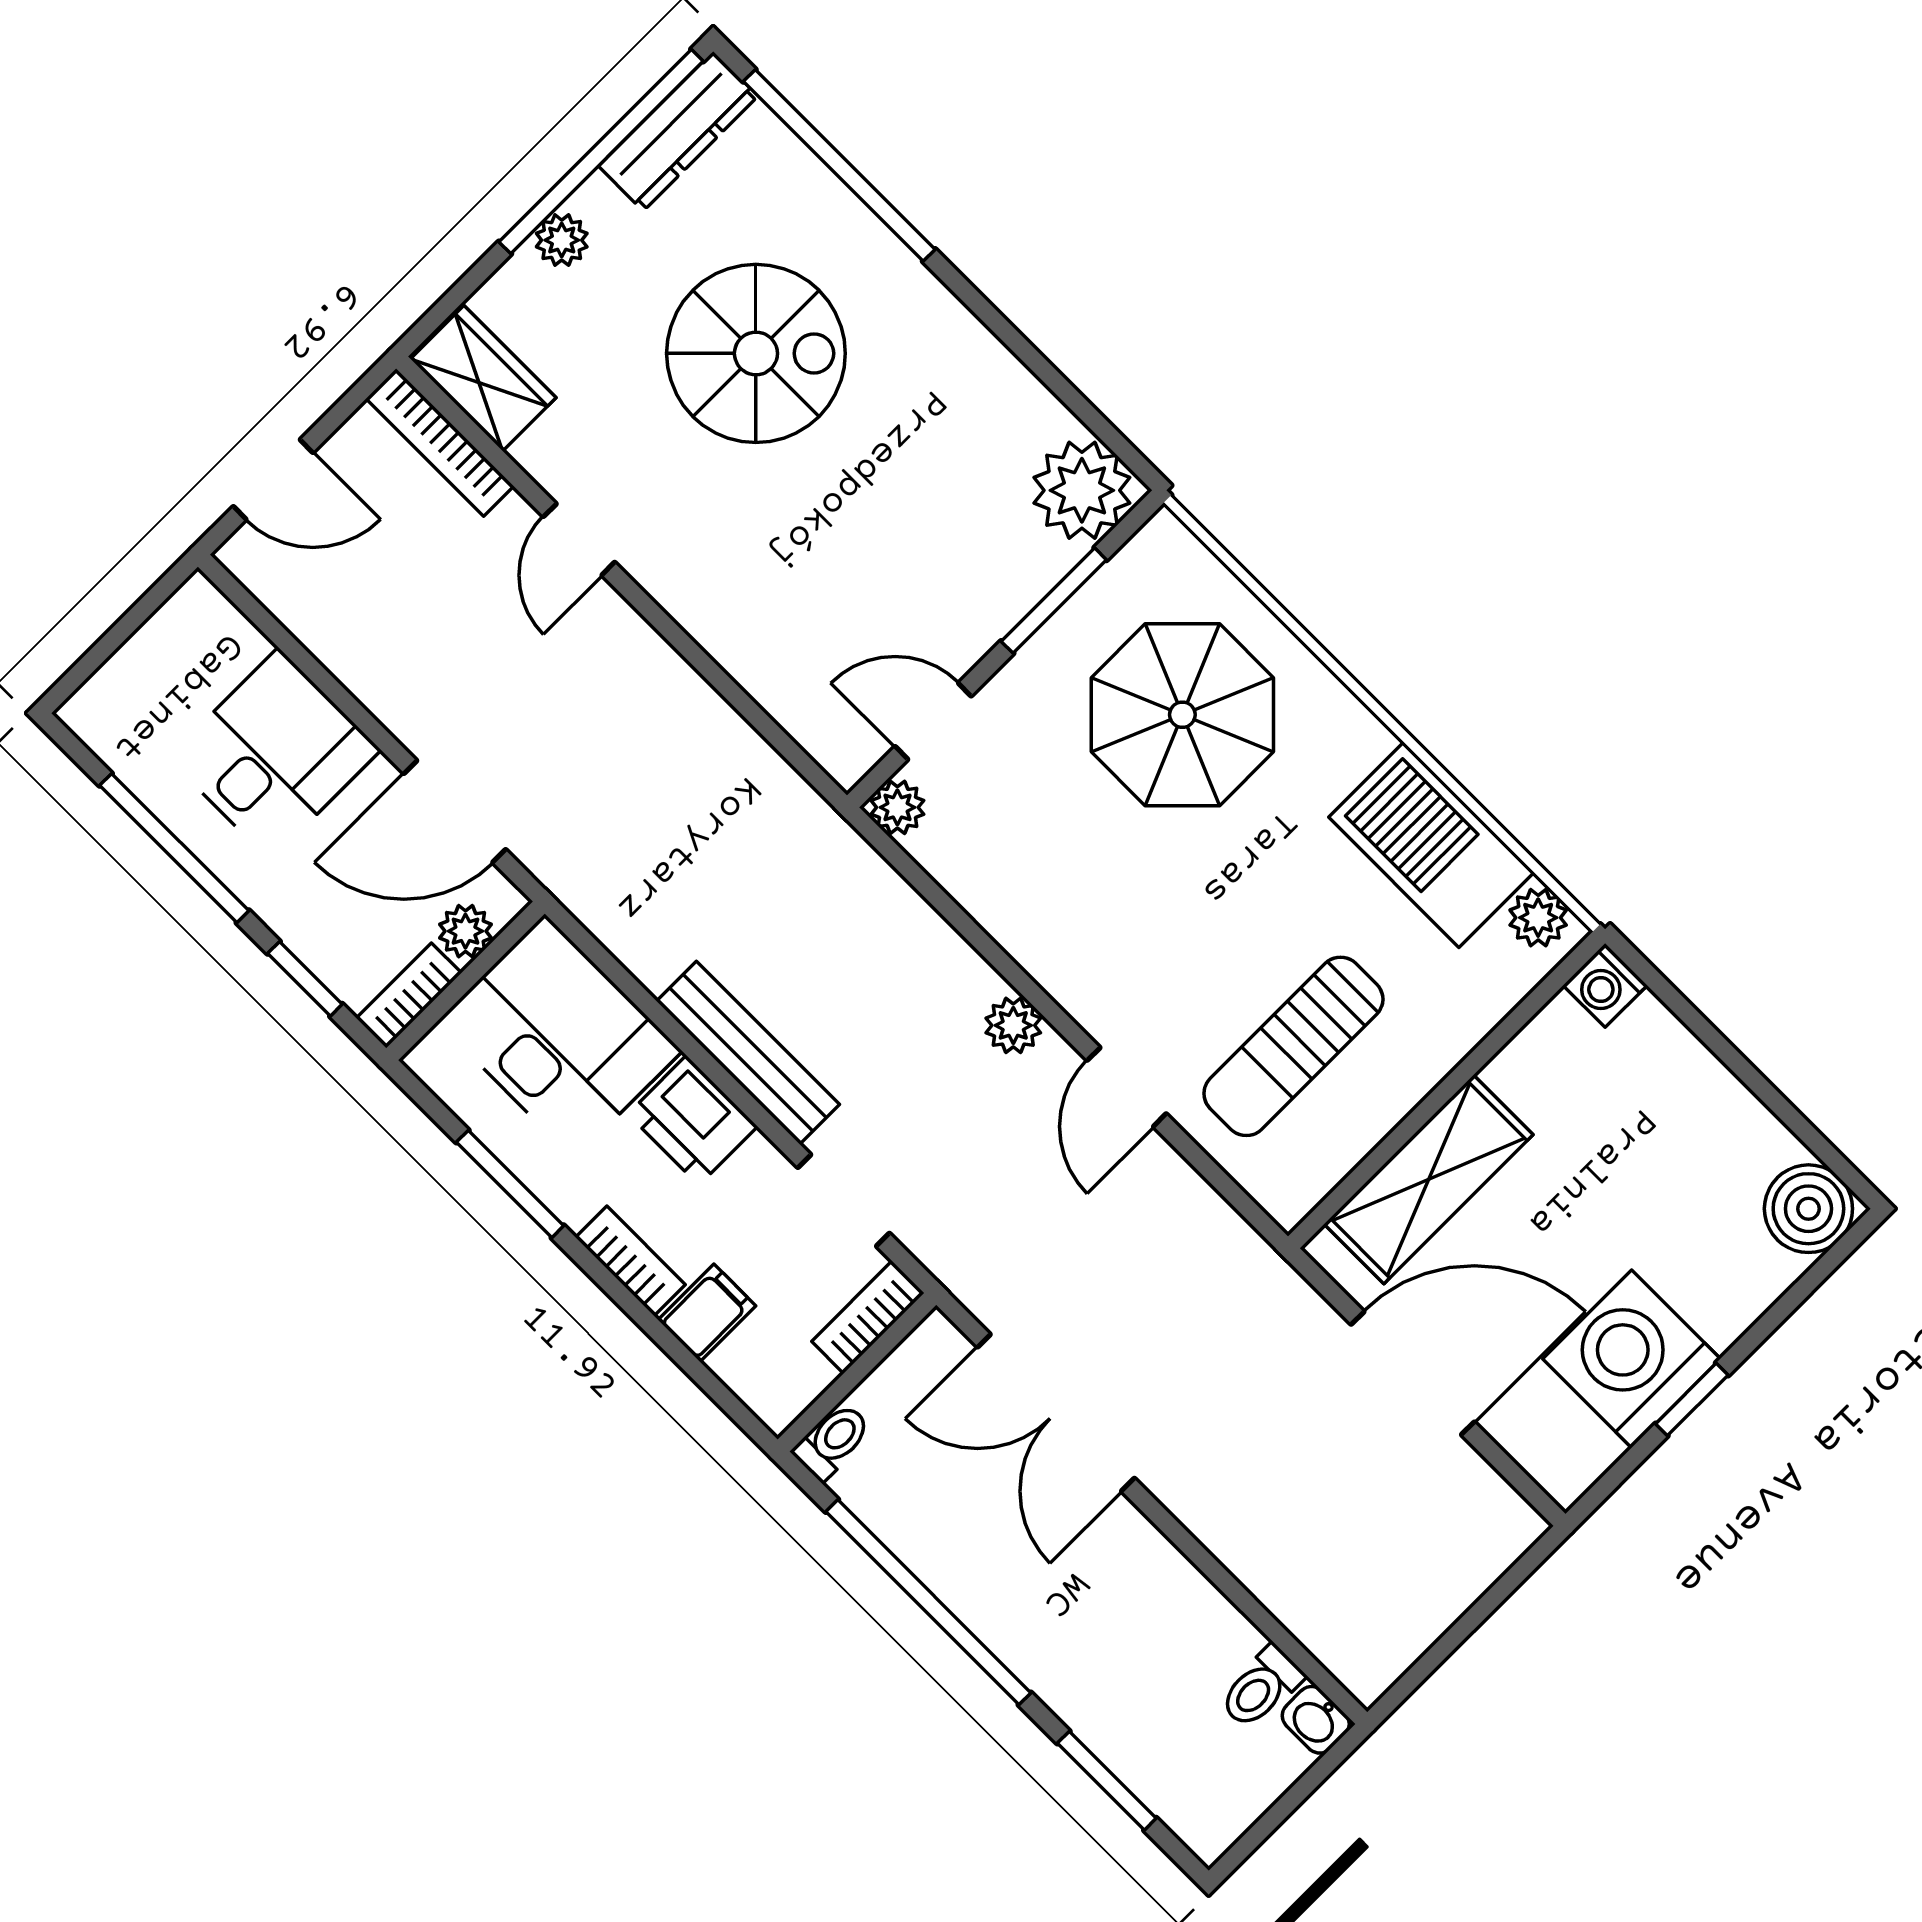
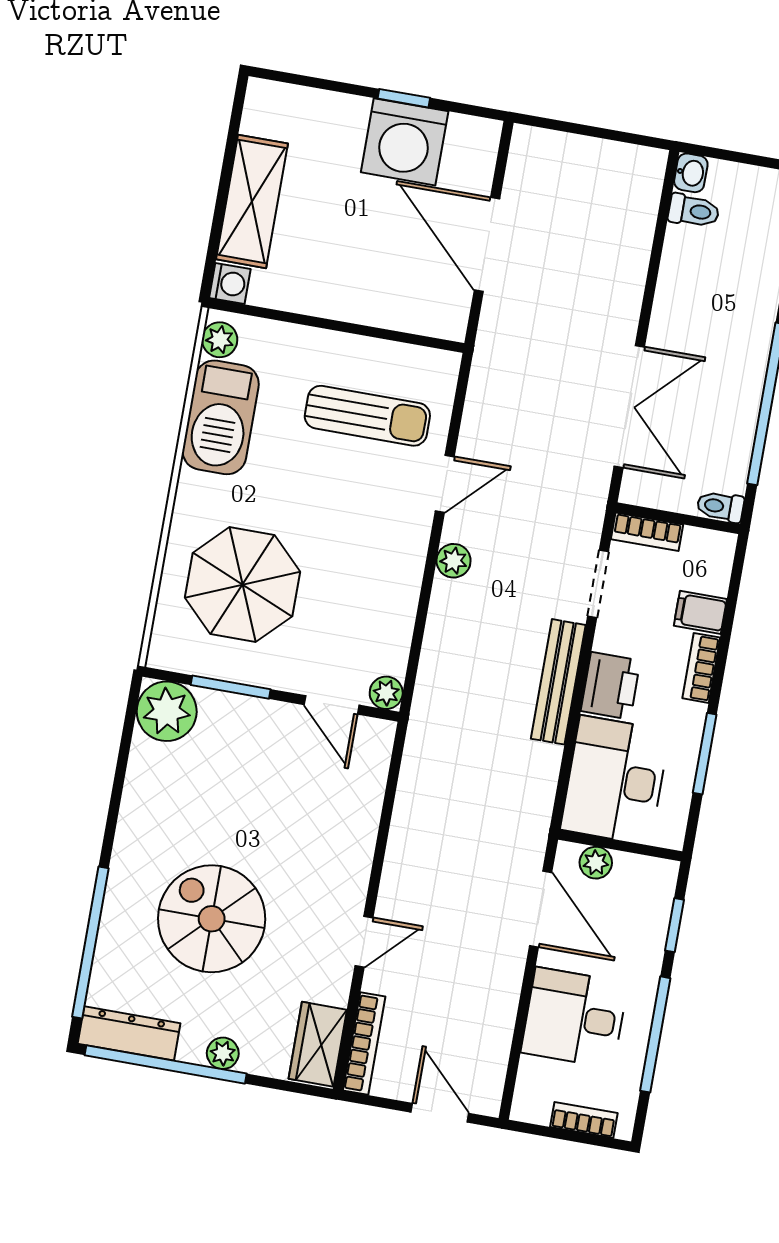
bookcase: (409, 995) -> (584, 1120), moved, turned 180
shelving: (1429, 1179) -> (252, 201), moved, turned 90
boiler: (1808, 1209) -> (270, 107), removed

